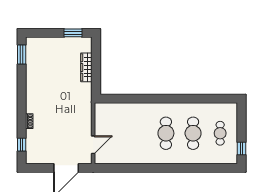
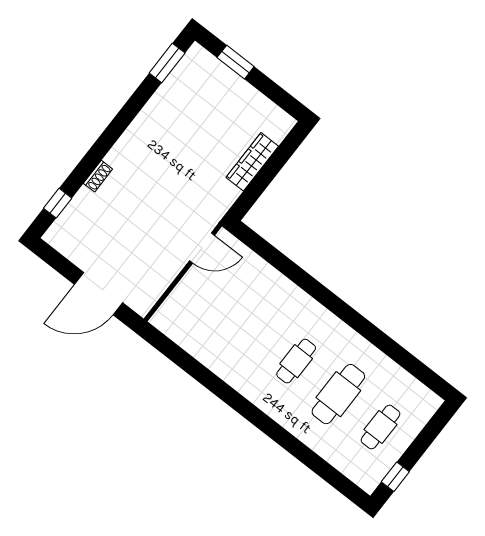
window: (73, 33) -> (236, 62), moved
cafe table: (166, 133) -> (296, 361), width x0.73, depth x0.74
door: (93, 145) -> (202, 248), moved

